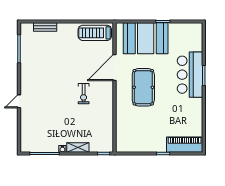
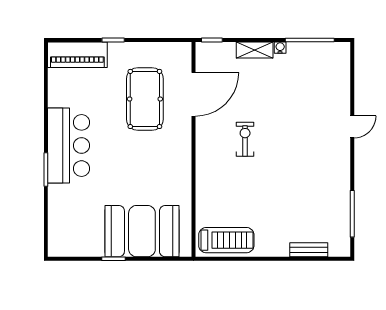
door: (115, 67) -> (194, 94), moved
bar counter: (190, 75) -> (69, 145), moved
pool table: (143, 87) -> (145, 99), moved

